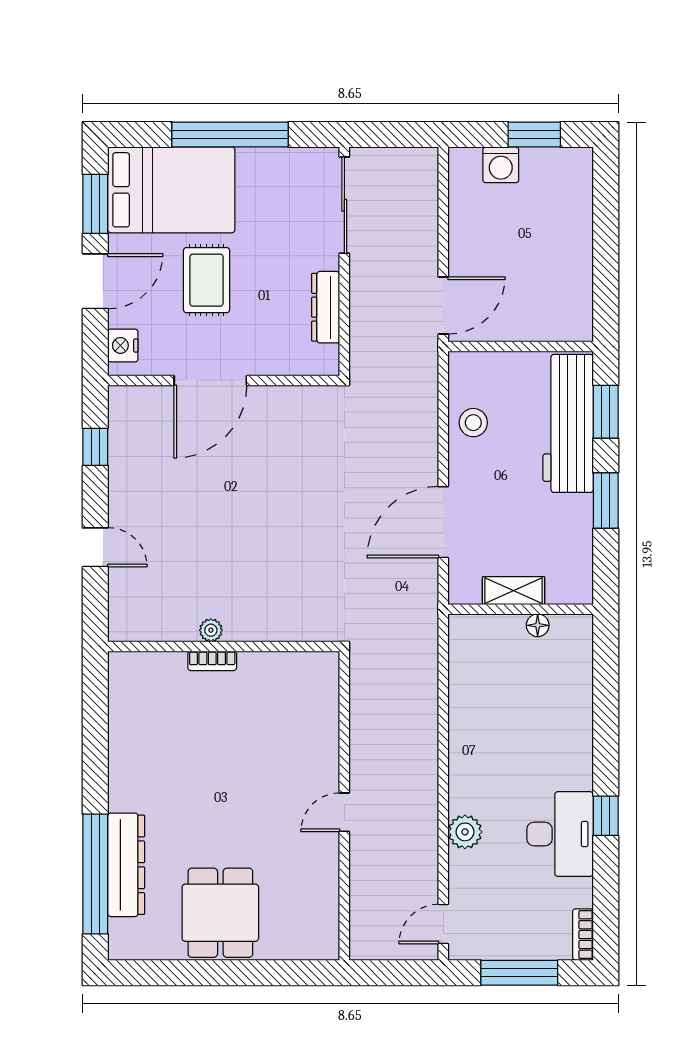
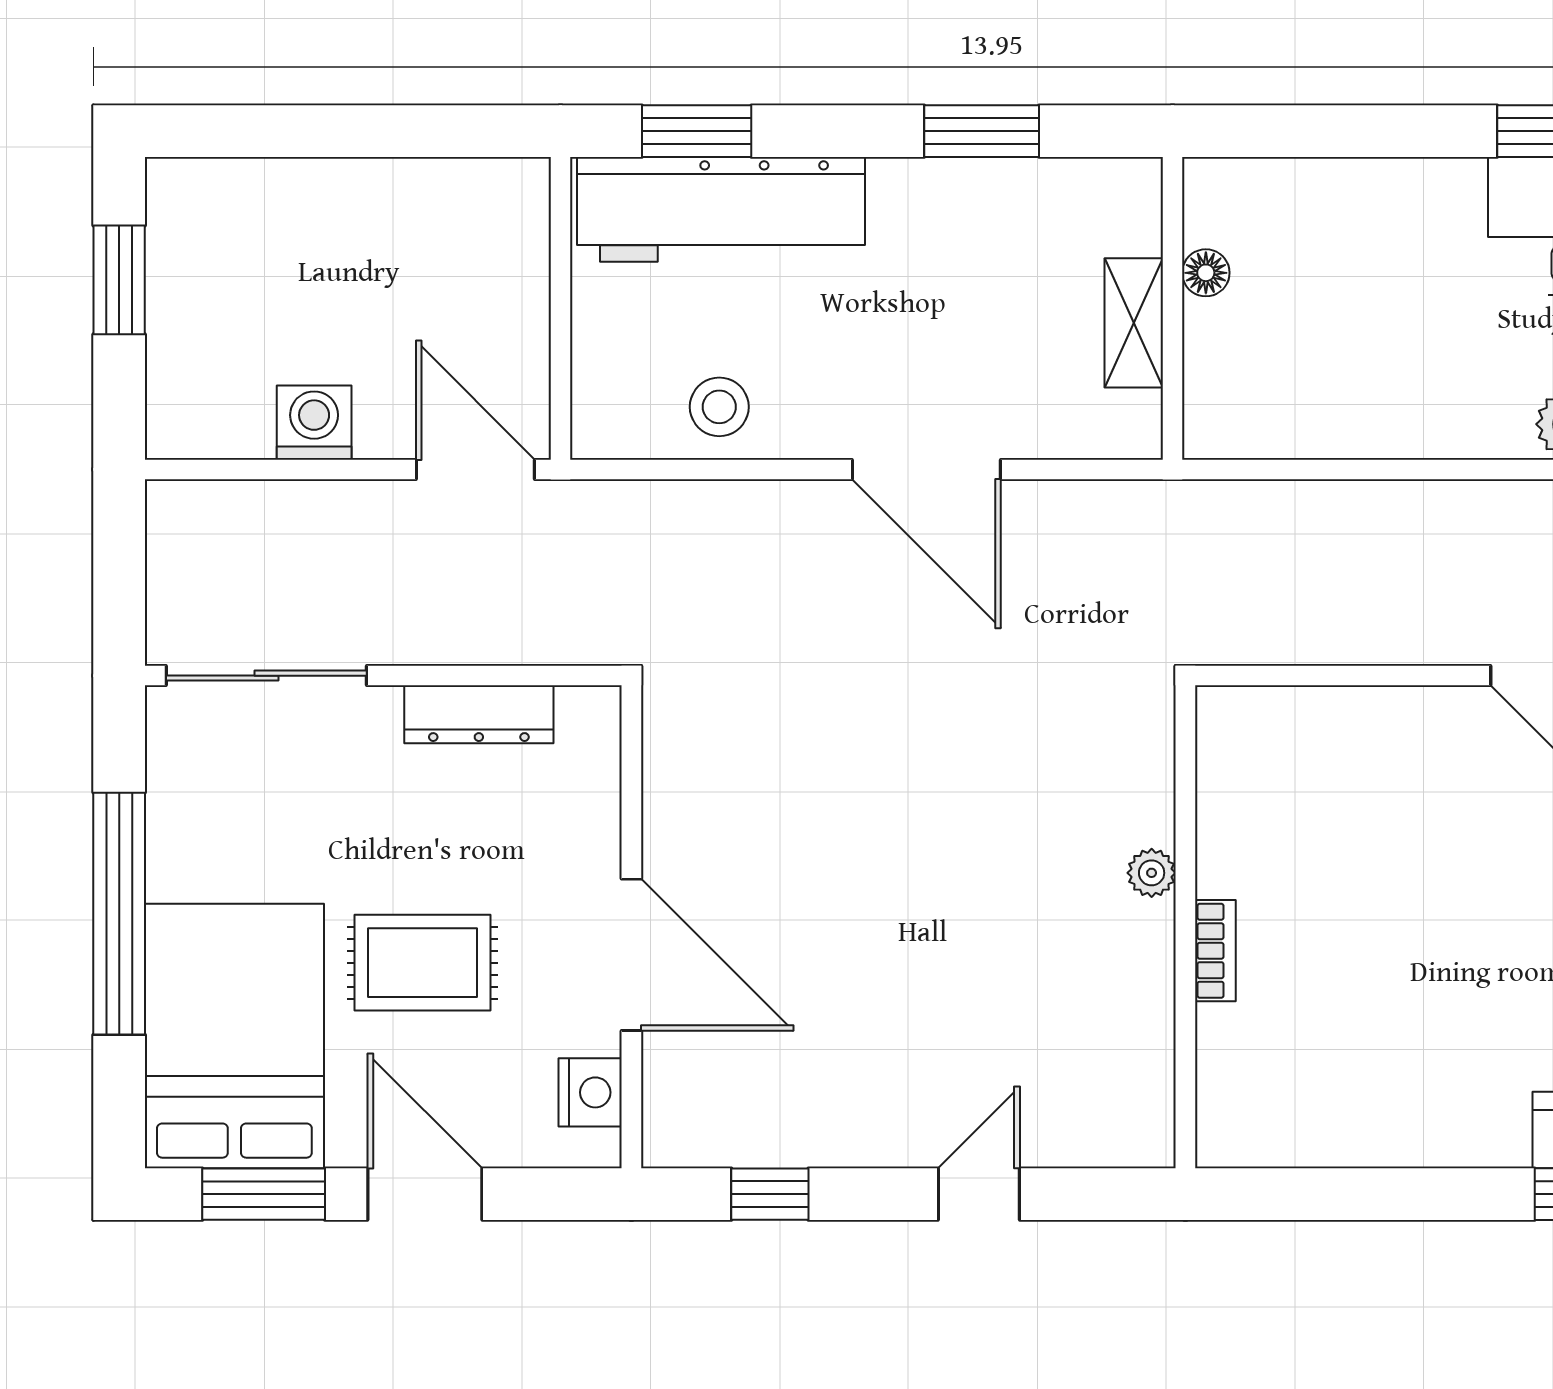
washing machine: (501, 165) -> (314, 423), moved, turned -90
nightstand: (123, 345) -> (590, 1092), moved, turned -90
window: (606, 501) -> (982, 131), moved
shelving: (514, 591) -> (1134, 323), moved
wall: (521, 609) -> (1173, 308), moved
floor lamp: (538, 625) -> (1206, 273), moved
plant: (211, 630) -> (1152, 873), moved

